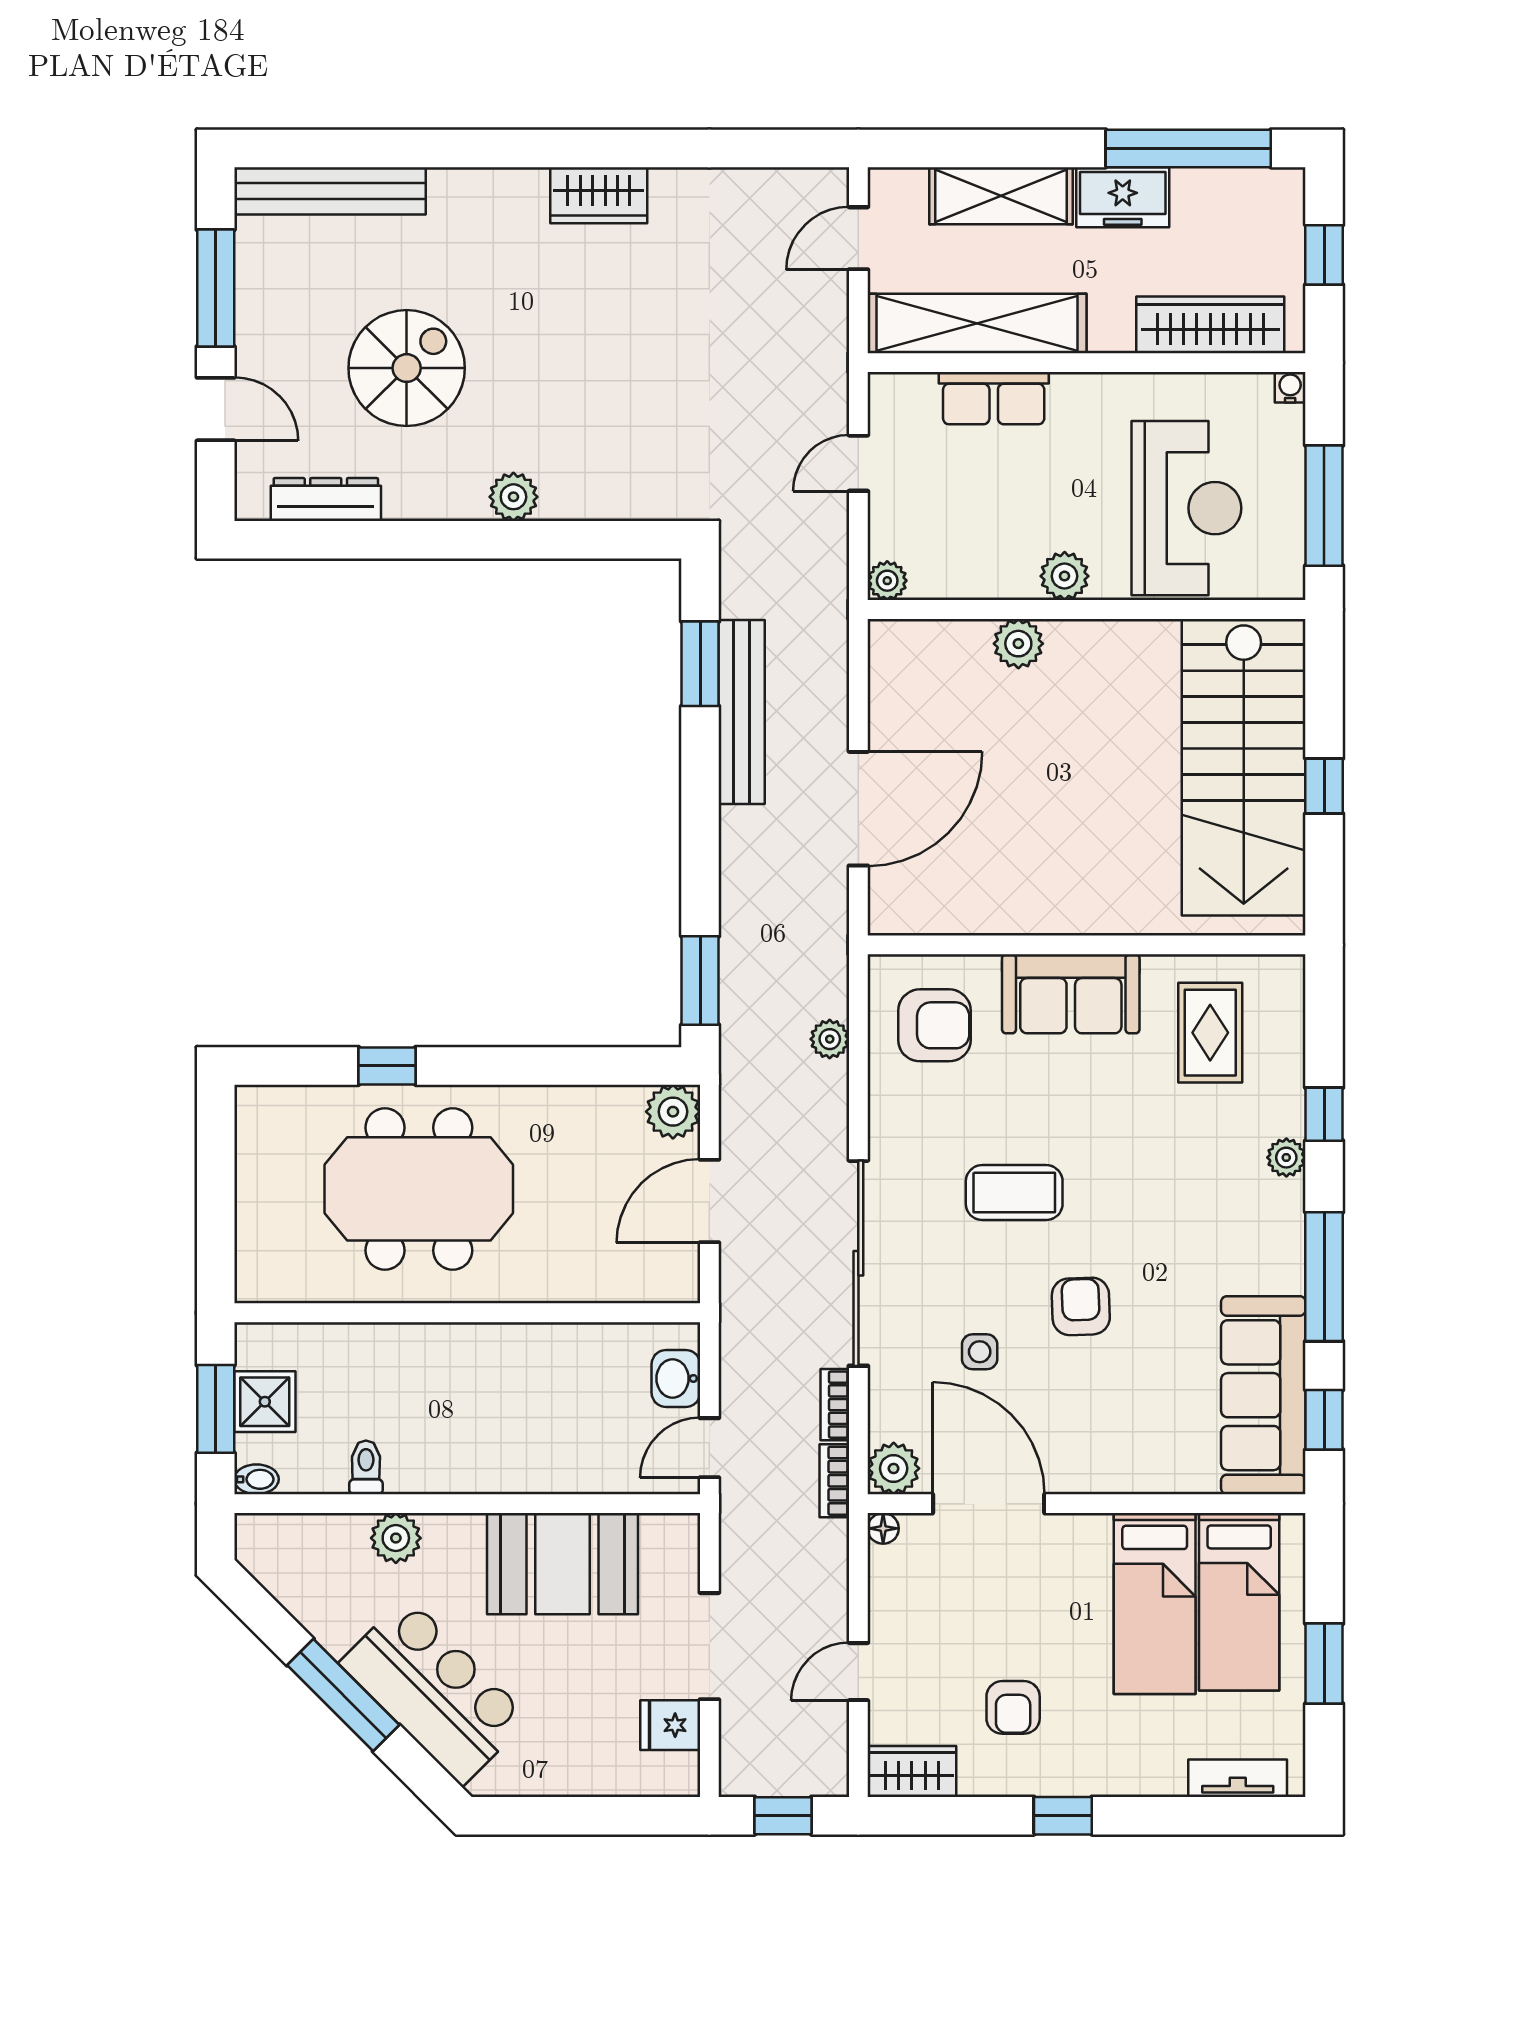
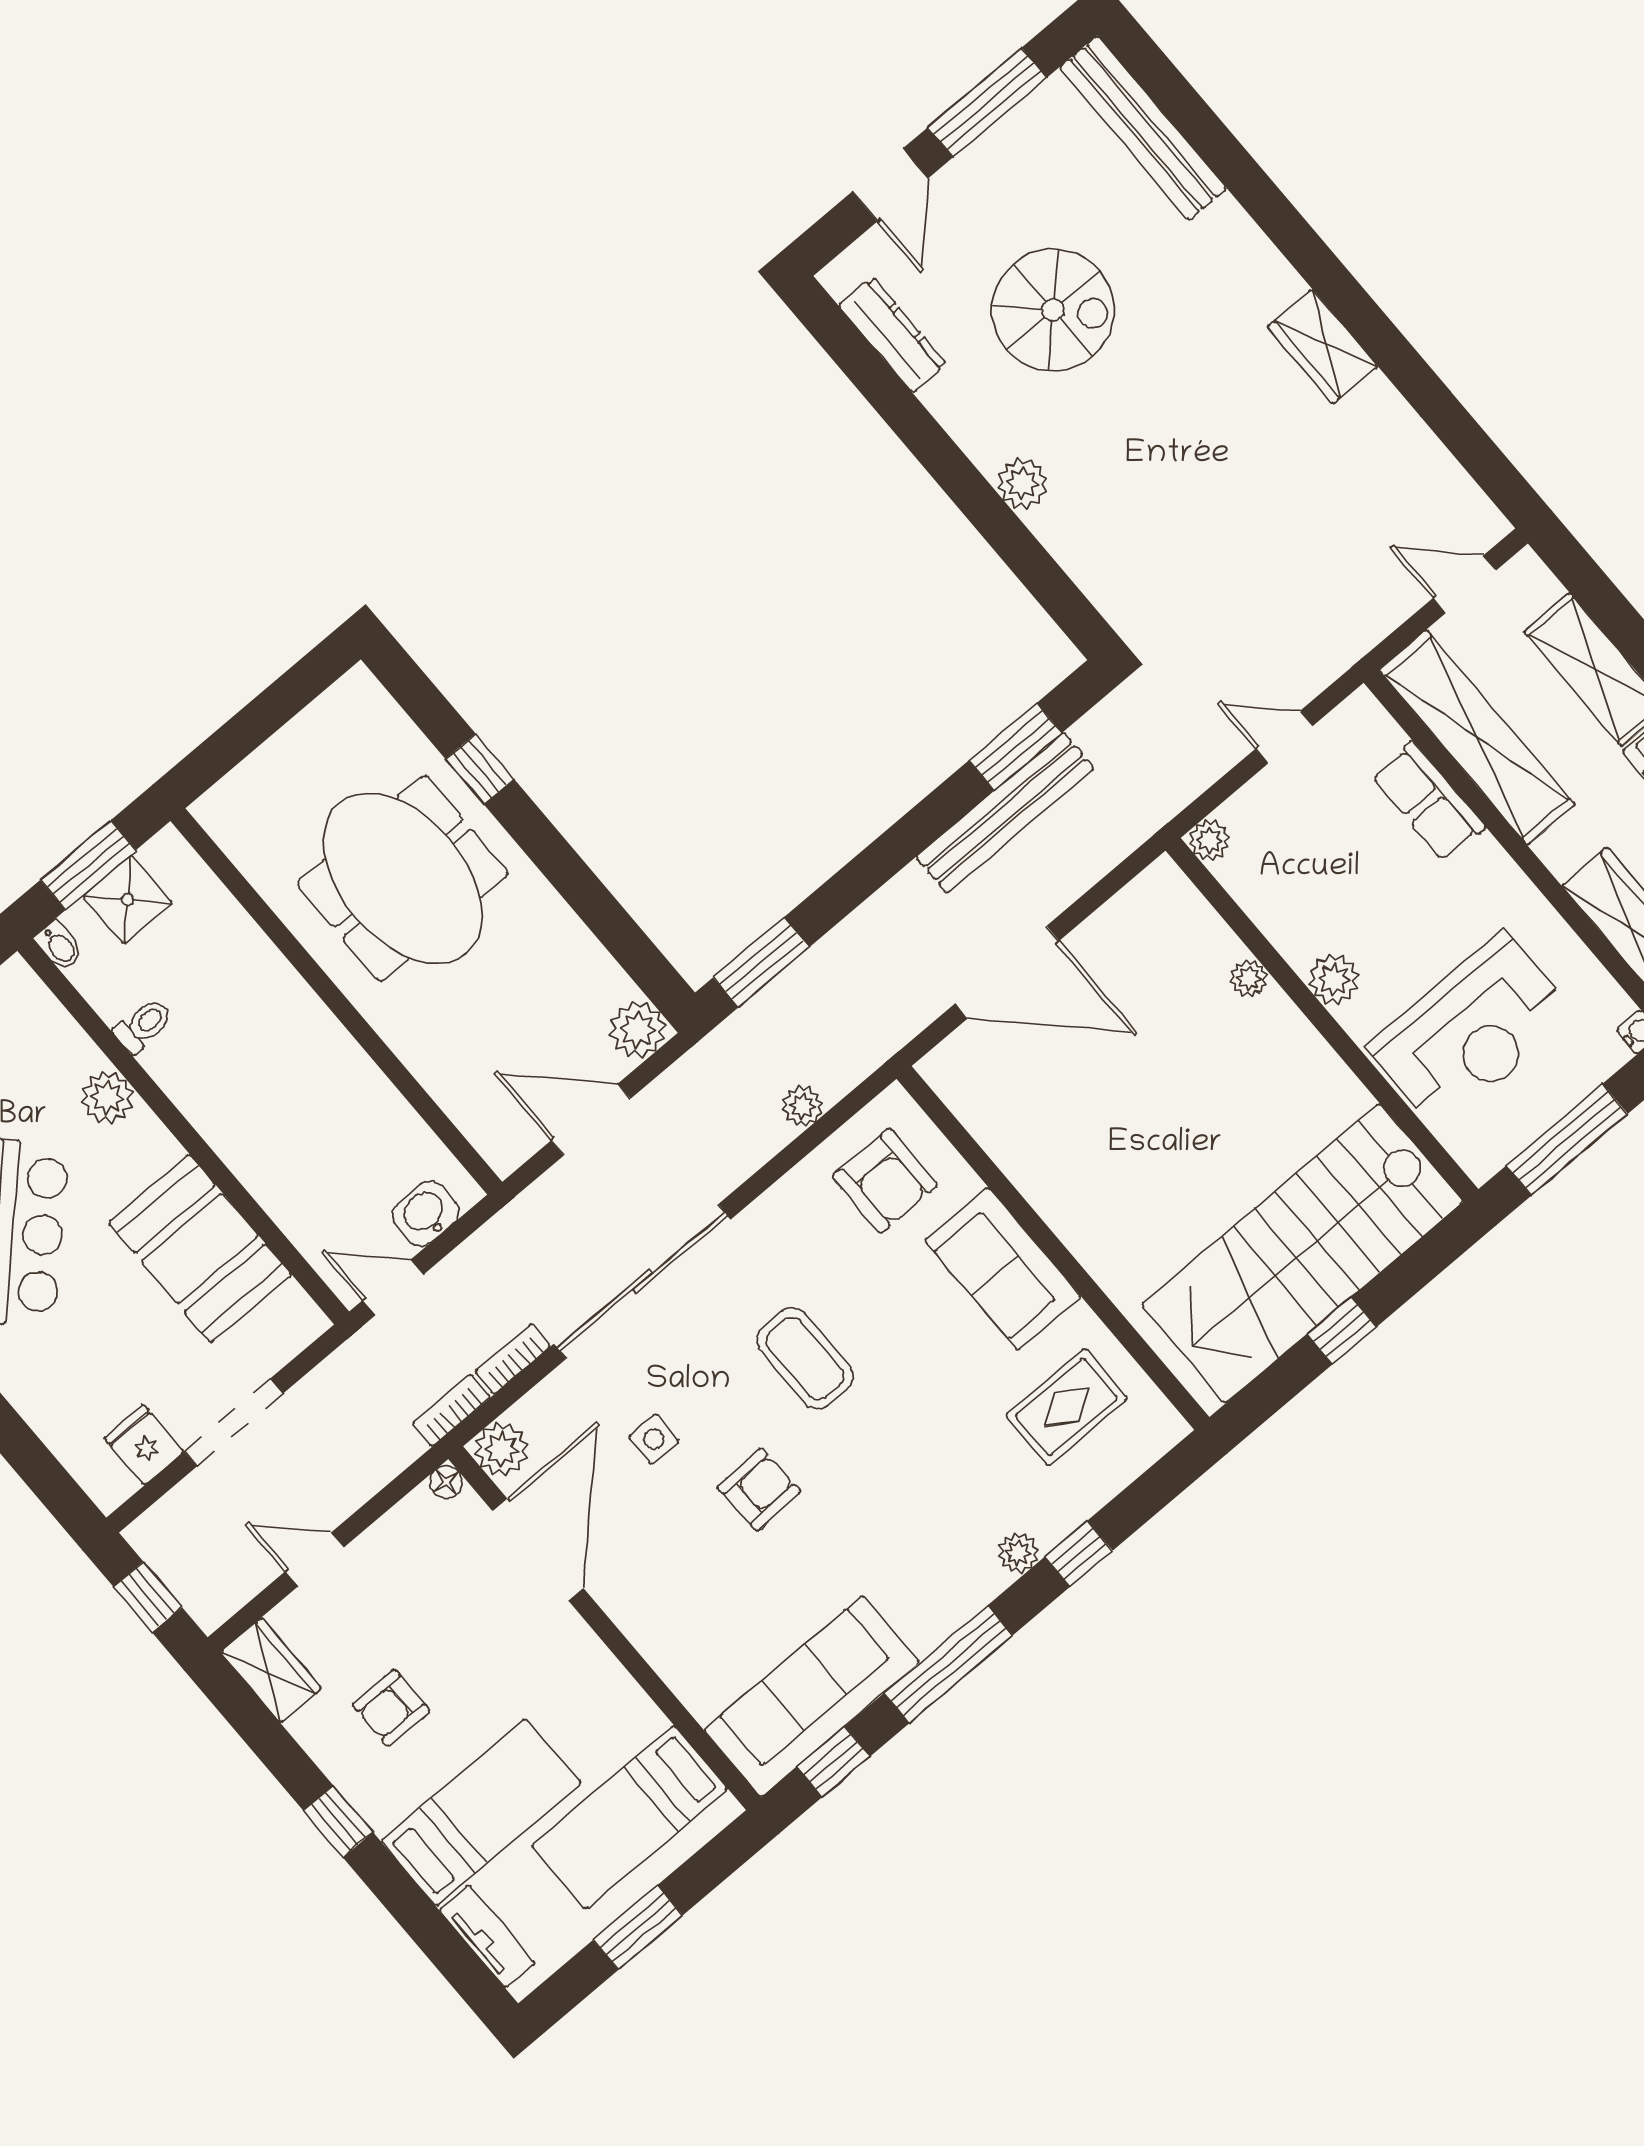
plant: (1018, 644) -> (1249, 978), width x0.73, depth x0.73
bed: (1155, 1604) -> (481, 1812), moved, turned 180

